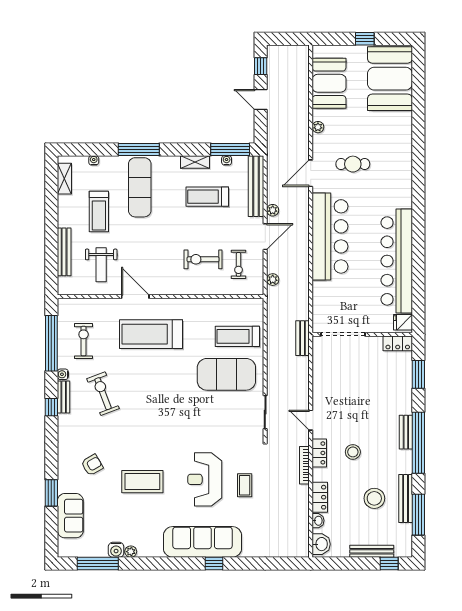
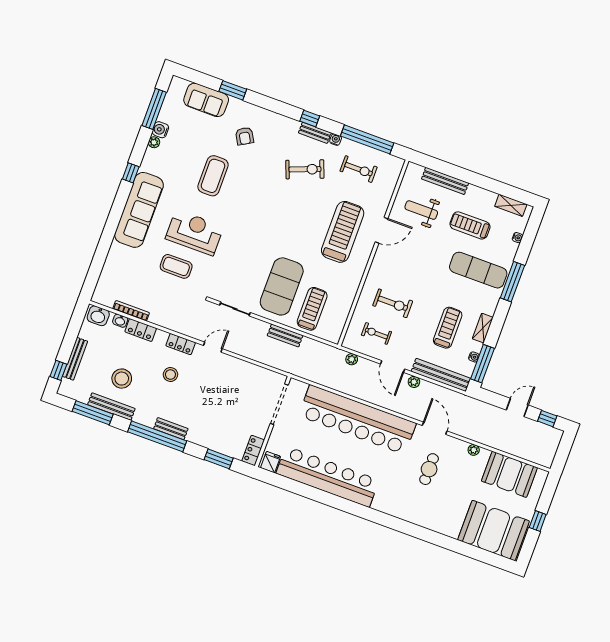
bar counter: (330, 236) -> (357, 420), width x1.36
exercise bike: (203, 259) -> (393, 303), turned 90
bench: (302, 338) -> (285, 336), moved
bookcase: (304, 465) -> (131, 311), moved
coffee table: (245, 485) -> (176, 266), width x1.36, depth x1.30
window: (214, 563) -> (131, 173), moved

